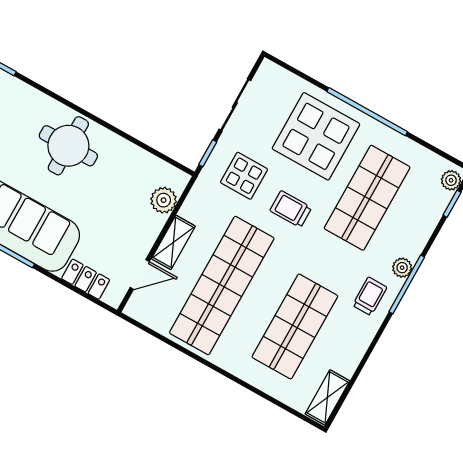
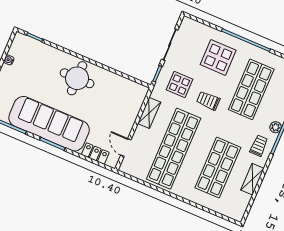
display table: (316, 136) -> (218, 57), width x0.73, depth x0.73
plant: (164, 200) -> (135, 103), removed
shelving: (173, 242) -> (149, 113), moved
door: (140, 275) -> (126, 147), swing flipped
shelving: (327, 397) -> (252, 179), moved

